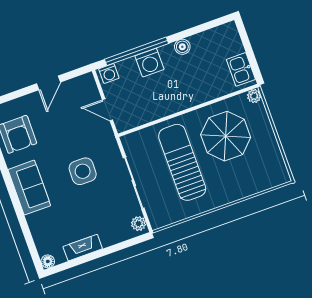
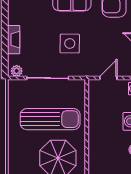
fireplace: (83, 248) -> (14, 40), moved

